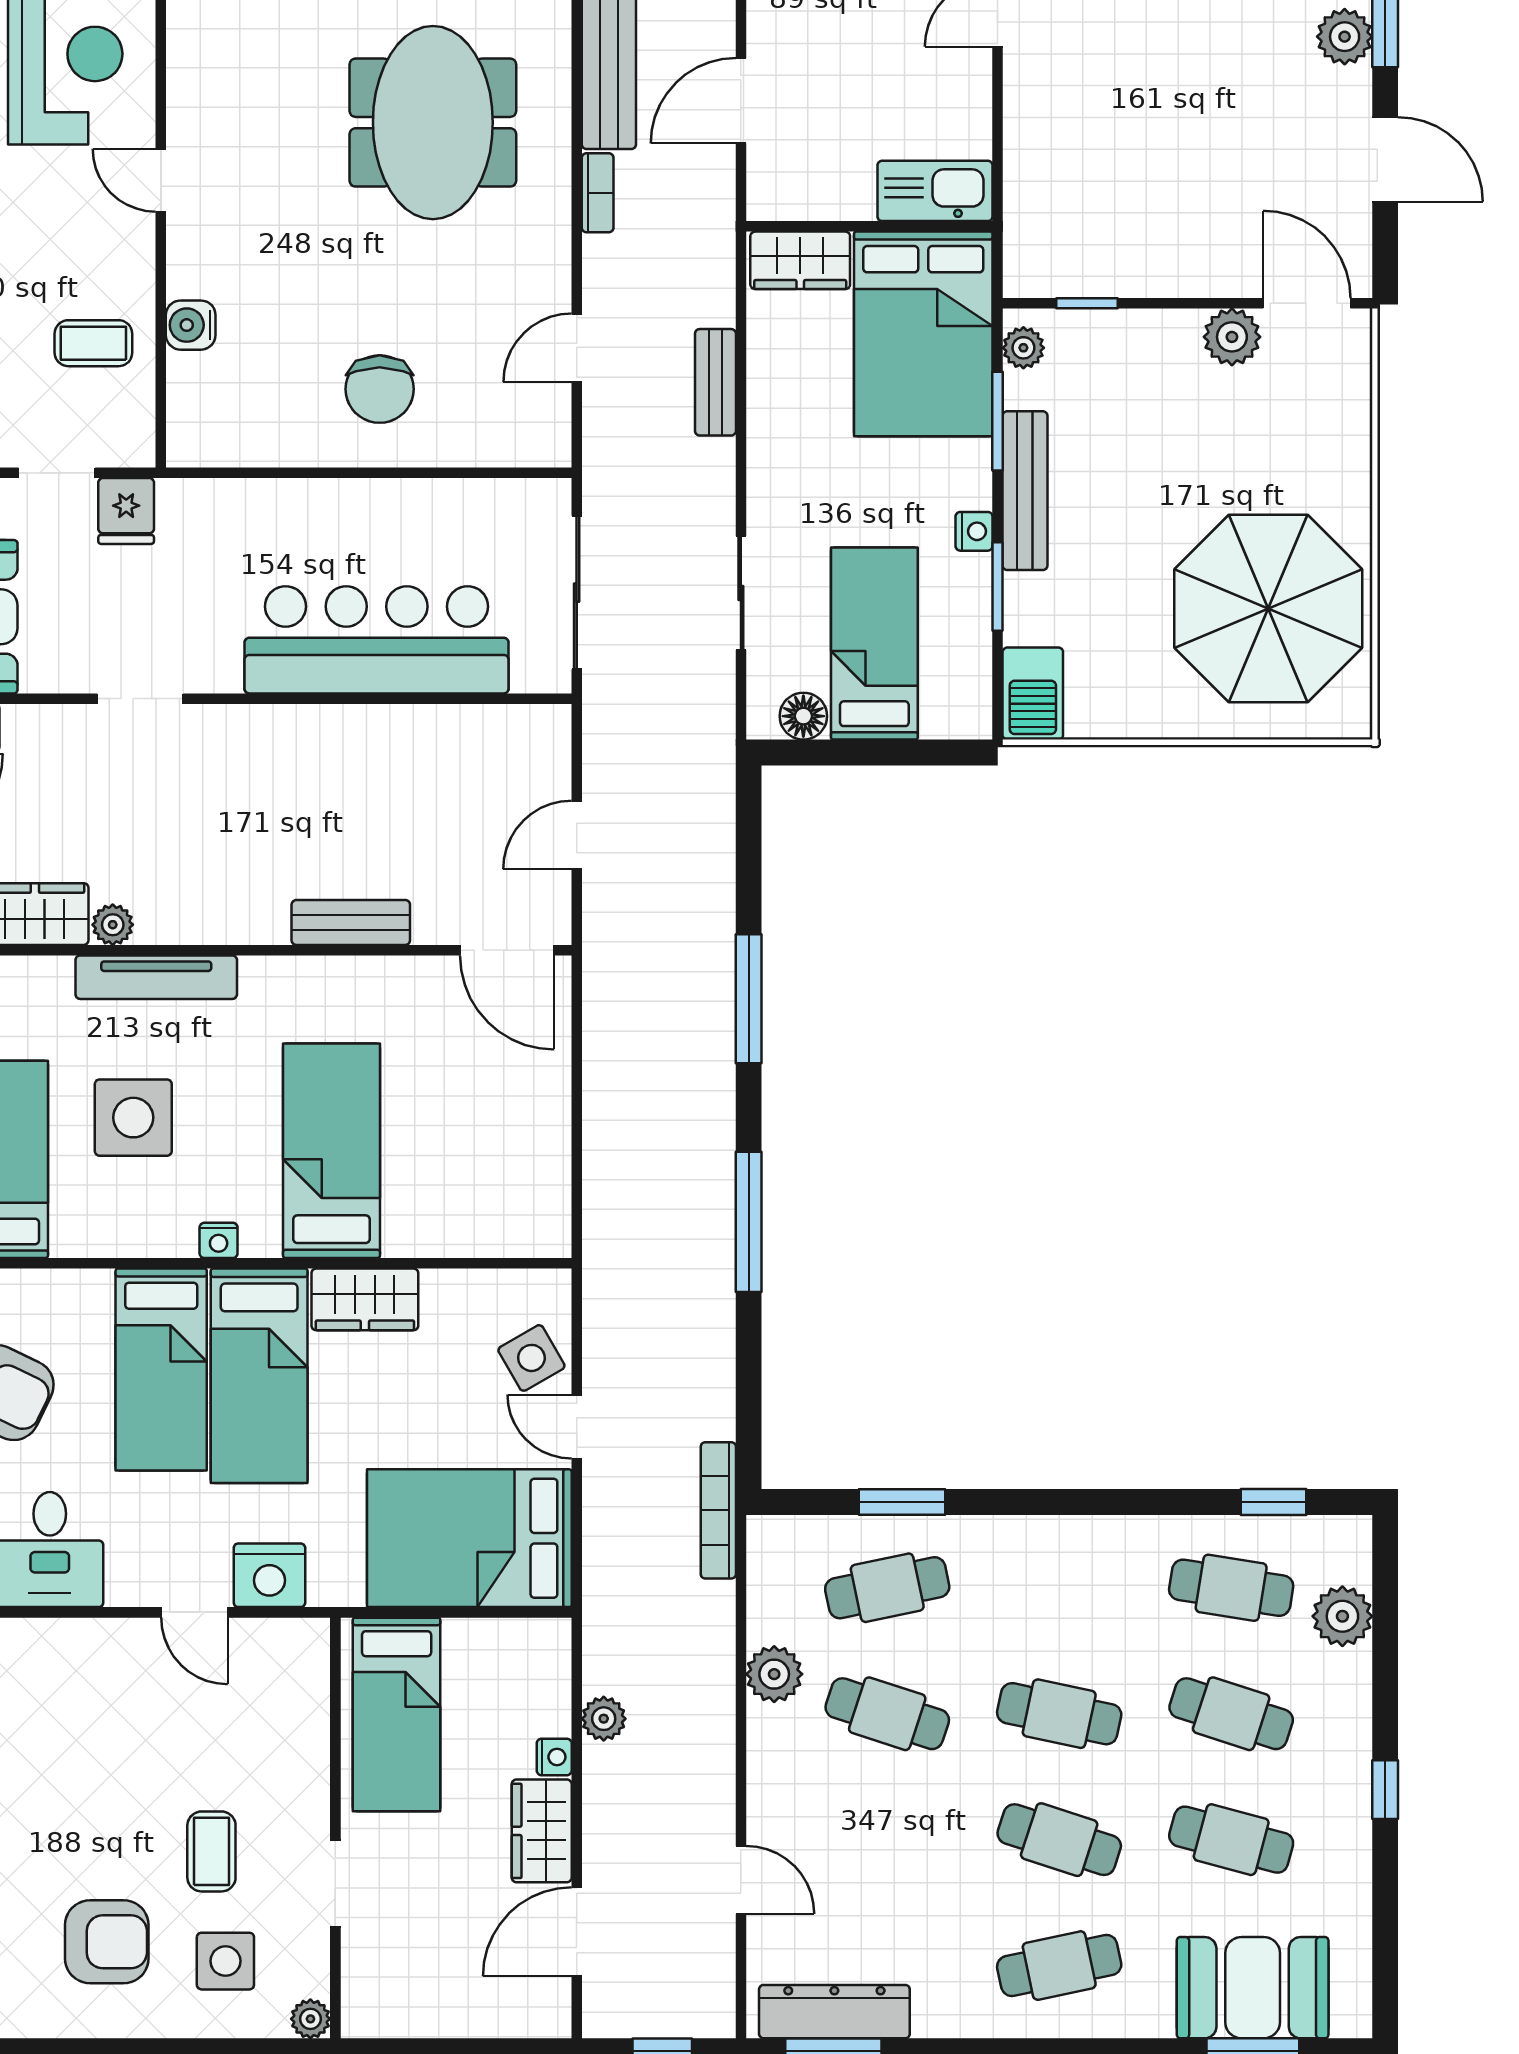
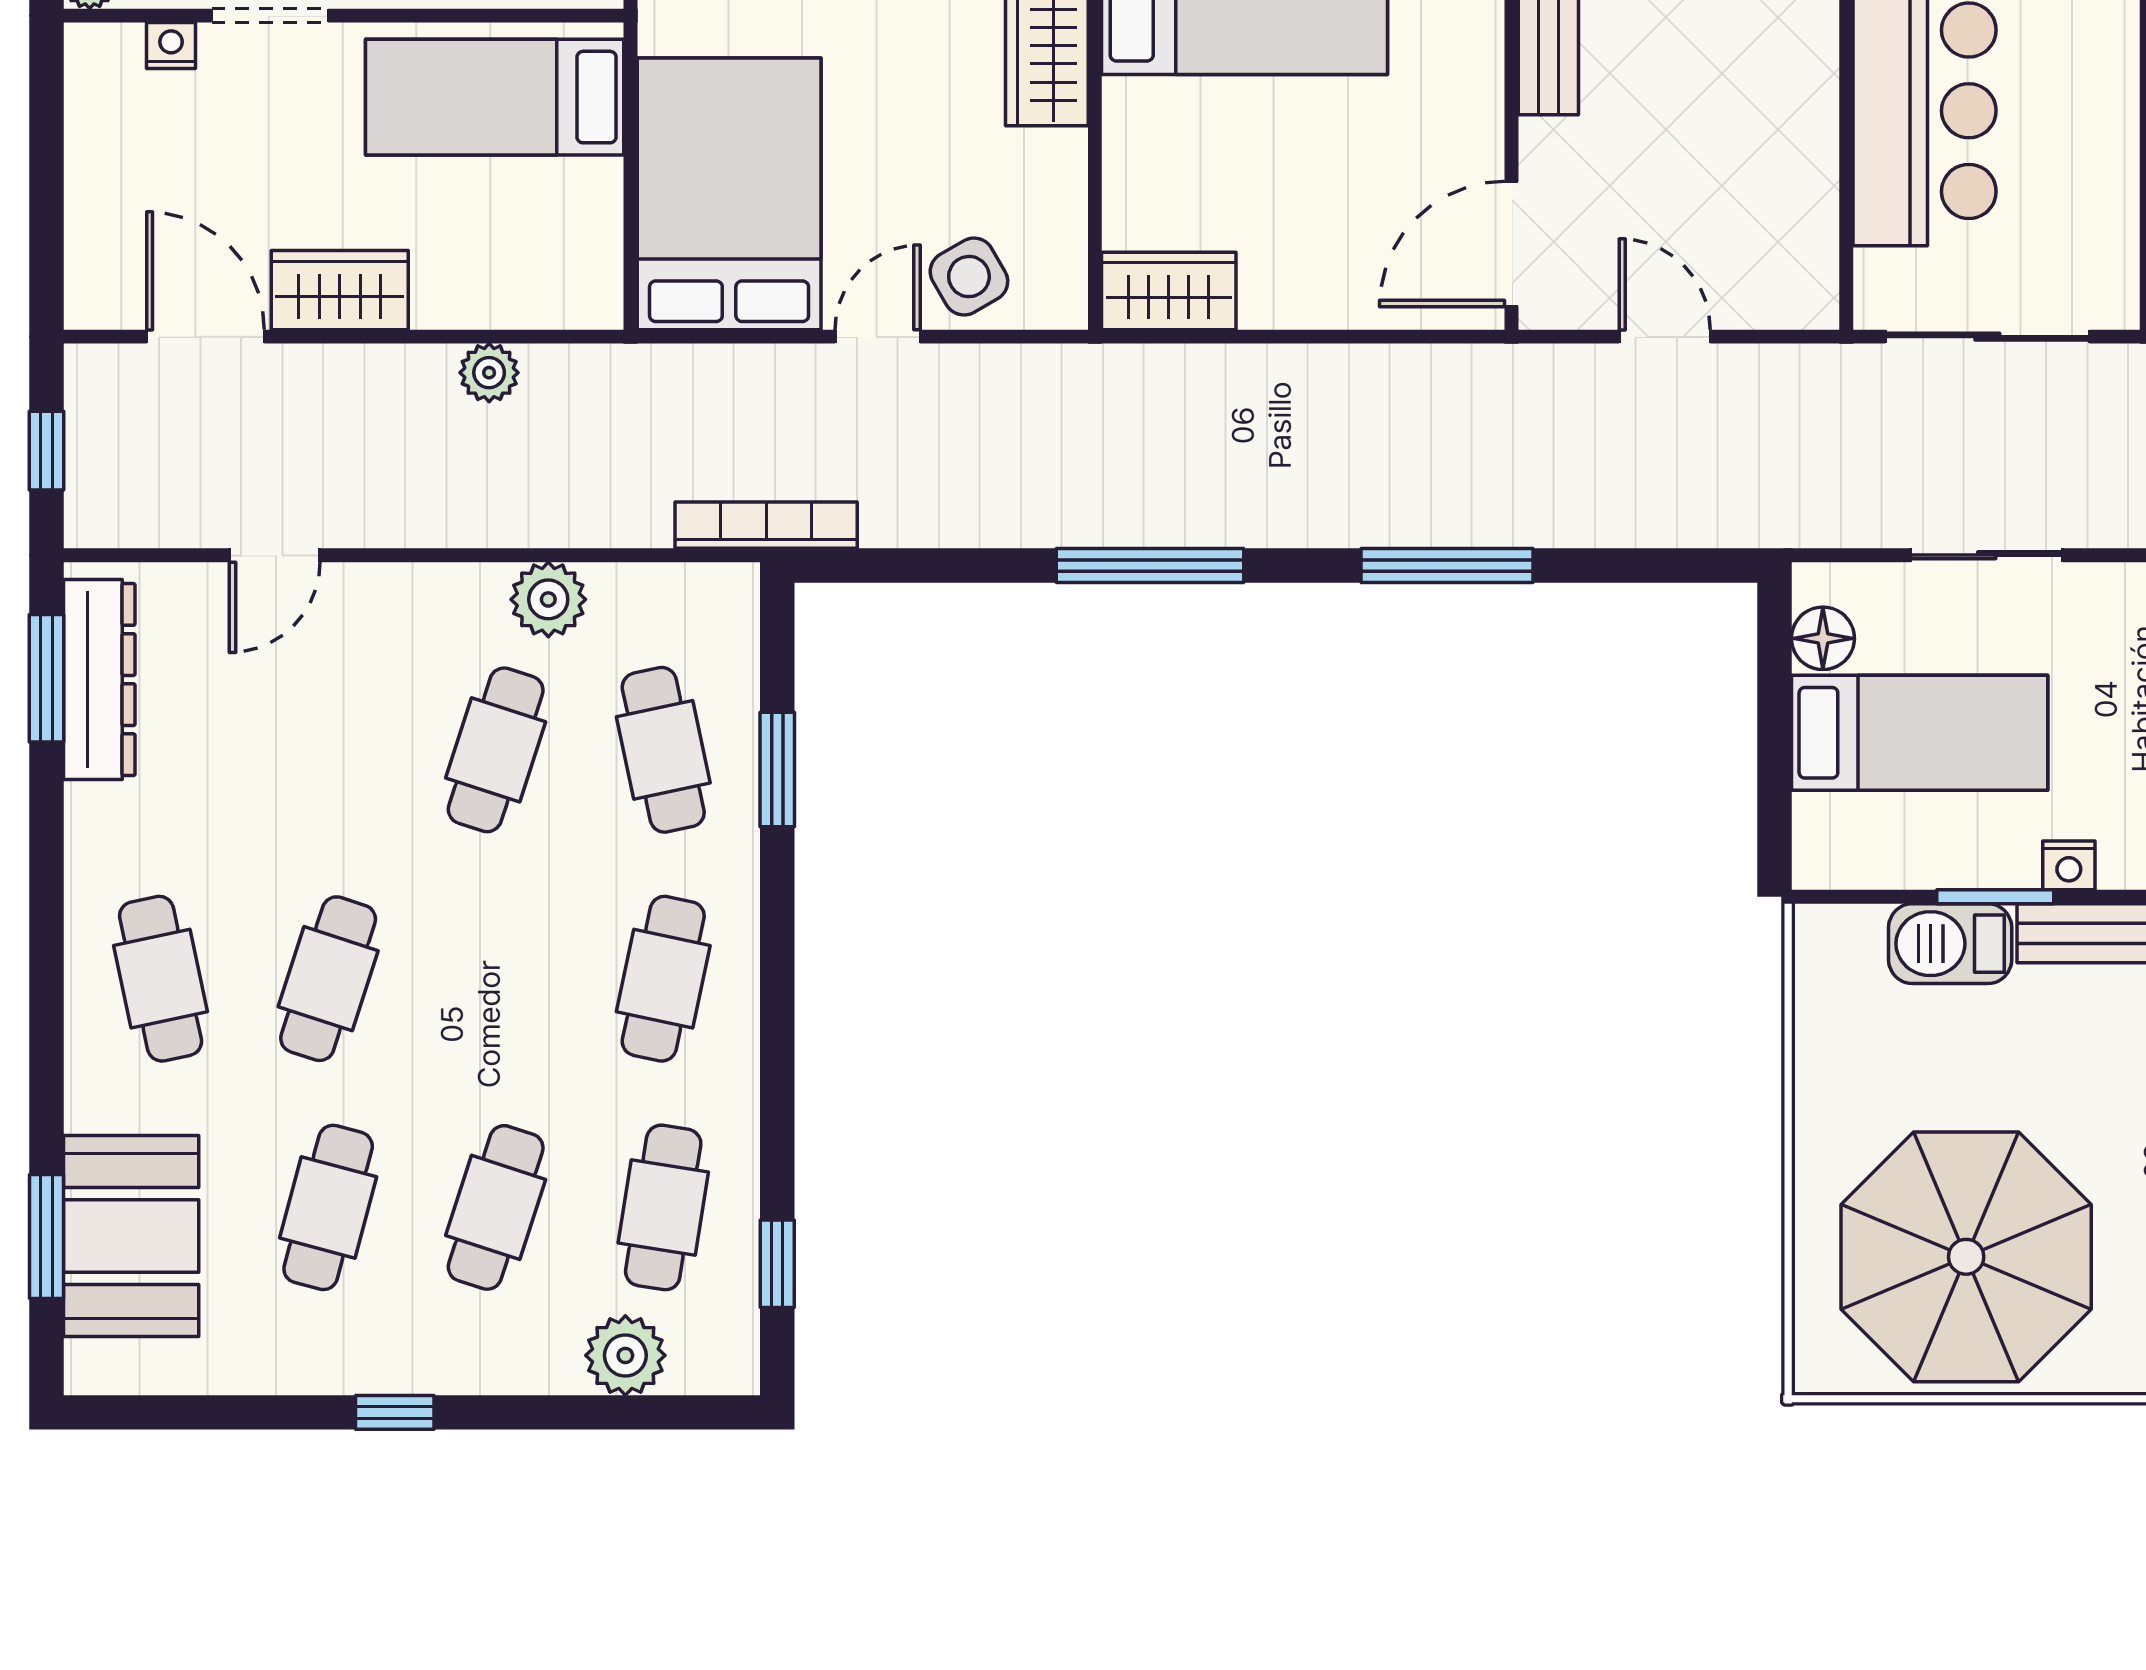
barbecue: (1033, 694) -> (1950, 944), moved
wardrobe: (542, 1208) -> (1169, 291), added
cafe table: (1059, 1714) -> (663, 979), moved
nightstand: (554, 1757) -> (171, 46), moved, turned 180

